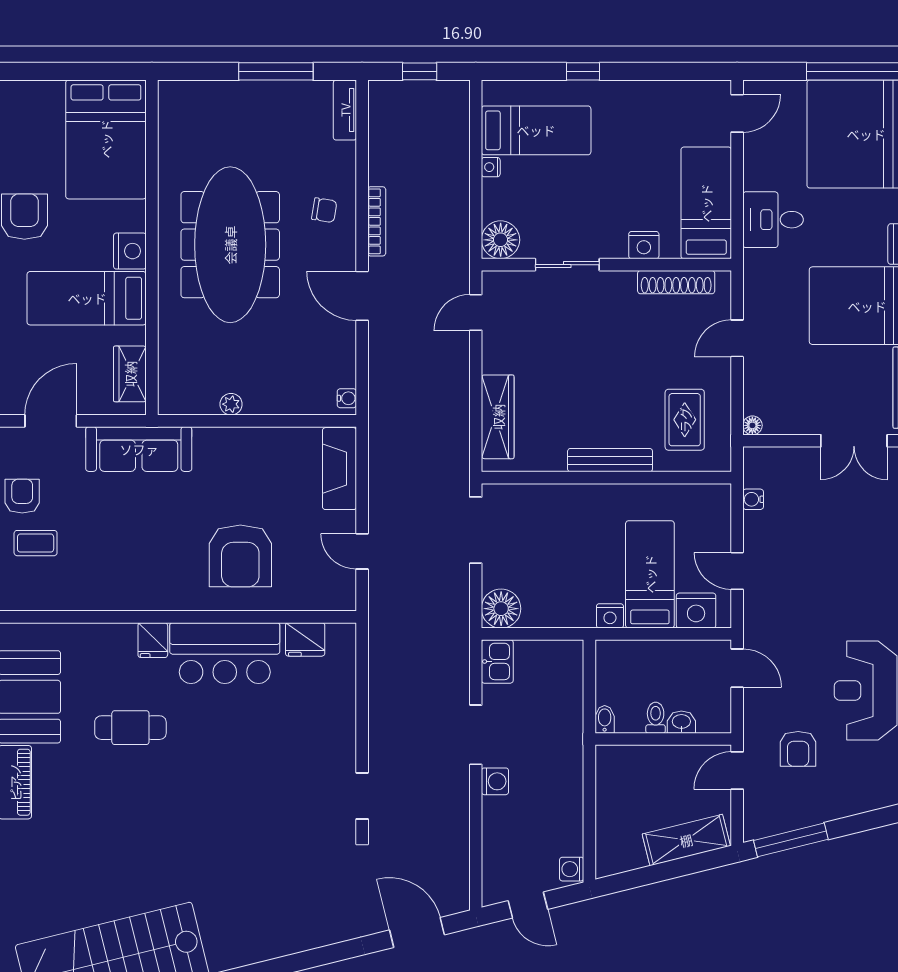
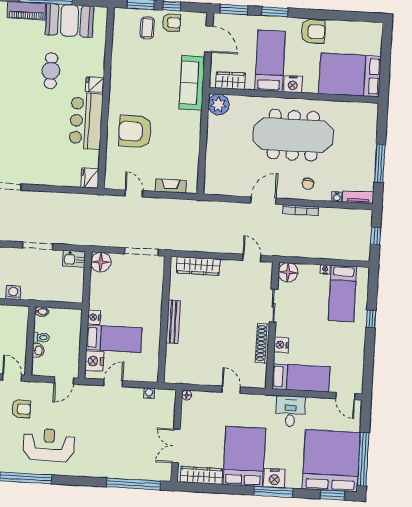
shoe rack: (676, 282) -> (262, 343), moved
water cooler: (347, 398) -> (337, 197), moved
plant: (231, 404) -> (219, 104), moved, width x1.87, depth x1.87
rug: (685, 420) -> (191, 361), removed
fireplace: (340, 469) -> (171, 186), width x0.73, depth x0.76
door: (362, 551) -> (134, 193), hinge flipped
fridge: (305, 639) -> (90, 178), moved
armchair: (798, 749) -> (21, 409), turned 180
washing machine: (495, 781) -> (13, 292), moved, turned 180

